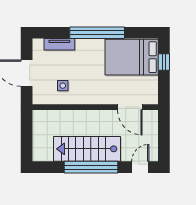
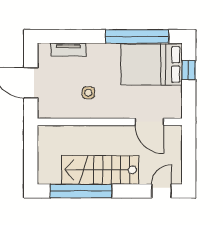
window: (97, 33) -> (137, 36), moved
side table: (63, 86) -> (88, 93), moved
window: (91, 167) -> (81, 191), moved

